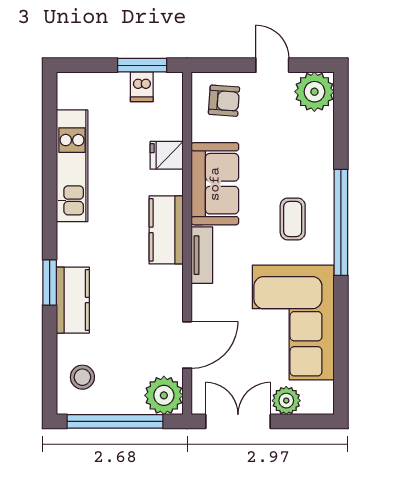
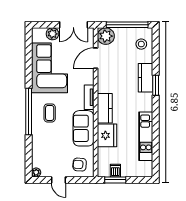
plant: (314, 92) -> (36, 172), width x0.53, depth x0.53
fridge: (167, 155) -> (107, 135), width x1.88, depth x1.34

